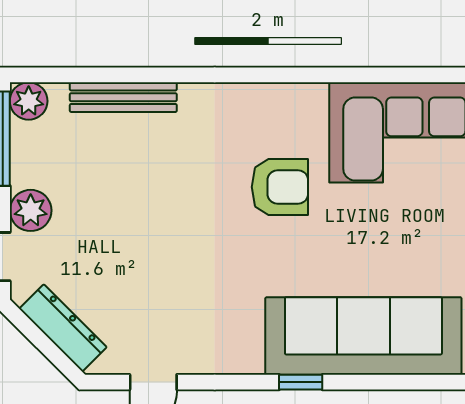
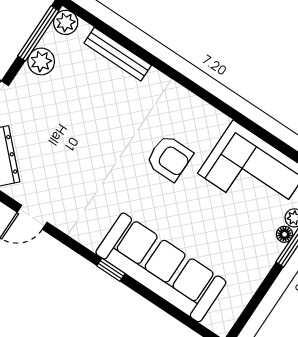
plant: (31, 210) -> (41, 61), moved

